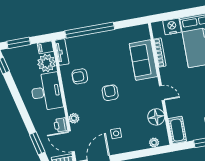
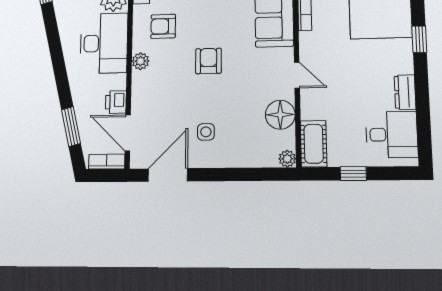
plant: (74, 118) -> (140, 61), moved
plant: (154, 143) -> (287, 159), moved

